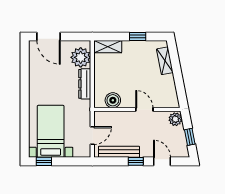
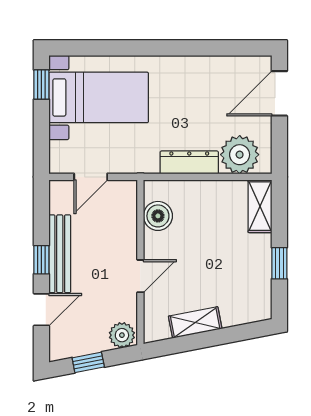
shelving: (165, 61) -> (195, 322), moved
door: (92, 136) -> (91, 177), hinge flipped
bench: (119, 152) -> (60, 254), moved

